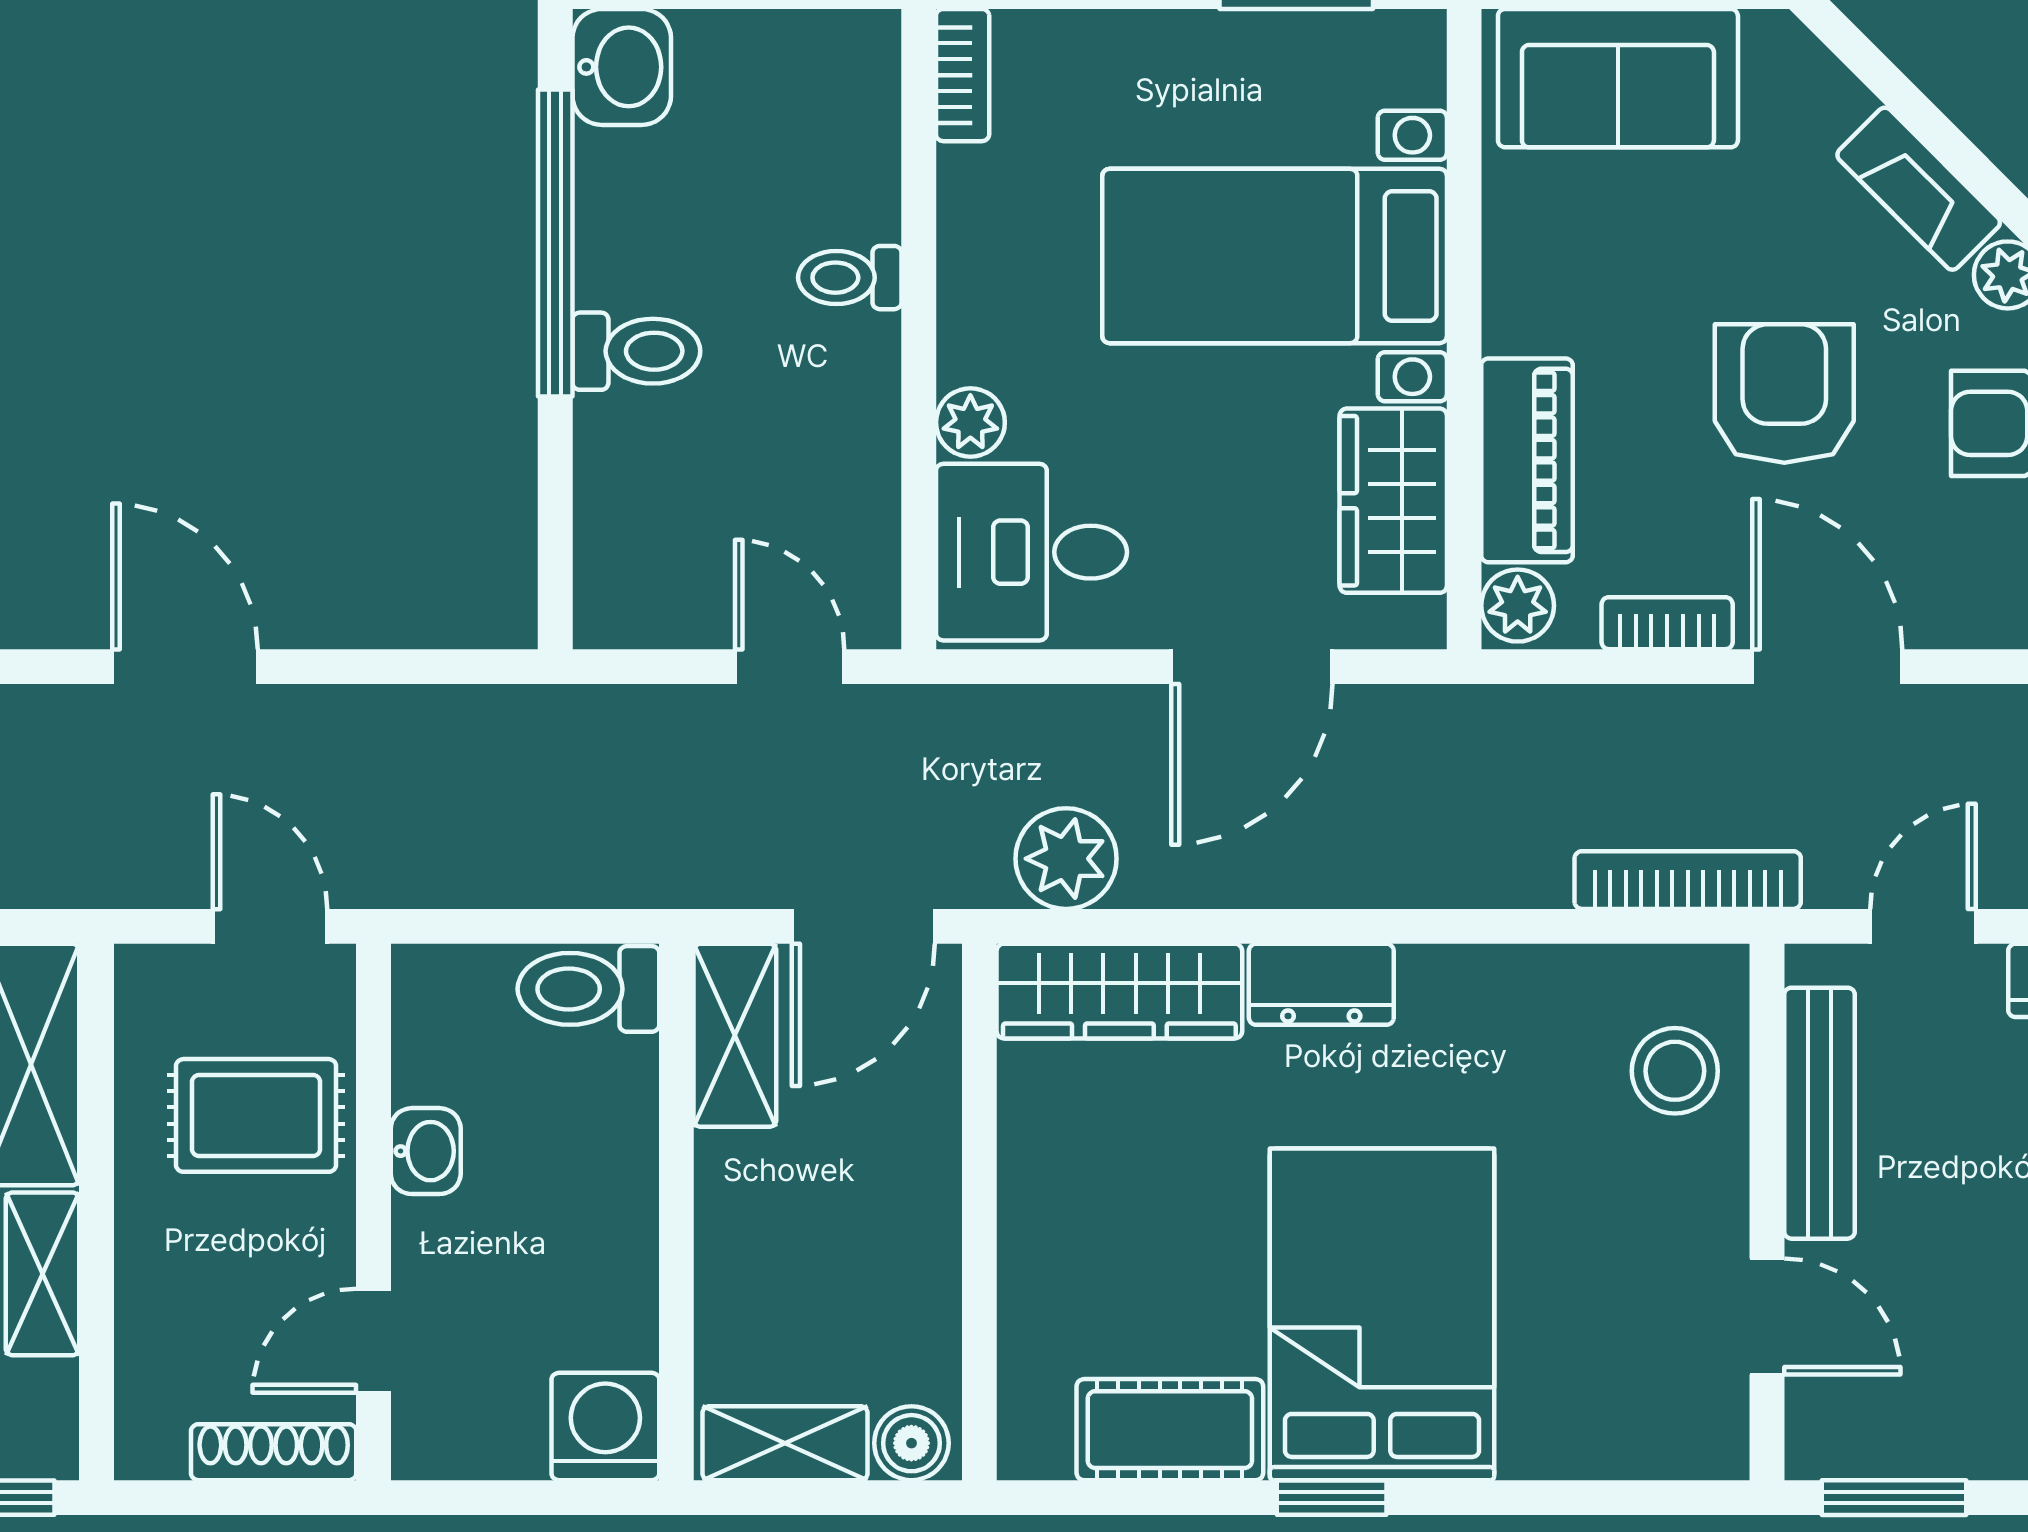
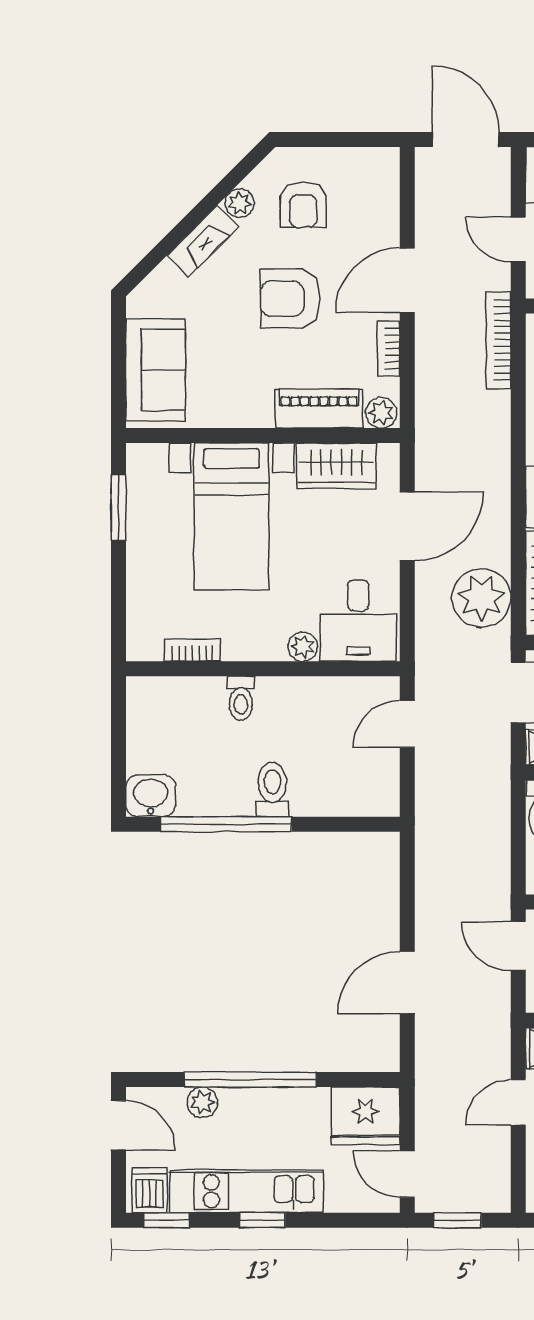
bookcase: (963, 75) -> (192, 650), moved
door: (1252, 667) -> (407, 526), hinge flipped
plant: (1066, 859) -> (481, 598), width x1.36, depth x1.36
door: (270, 926) -> (518, 946), hinge flipped

